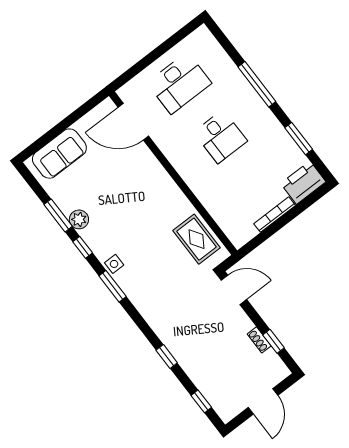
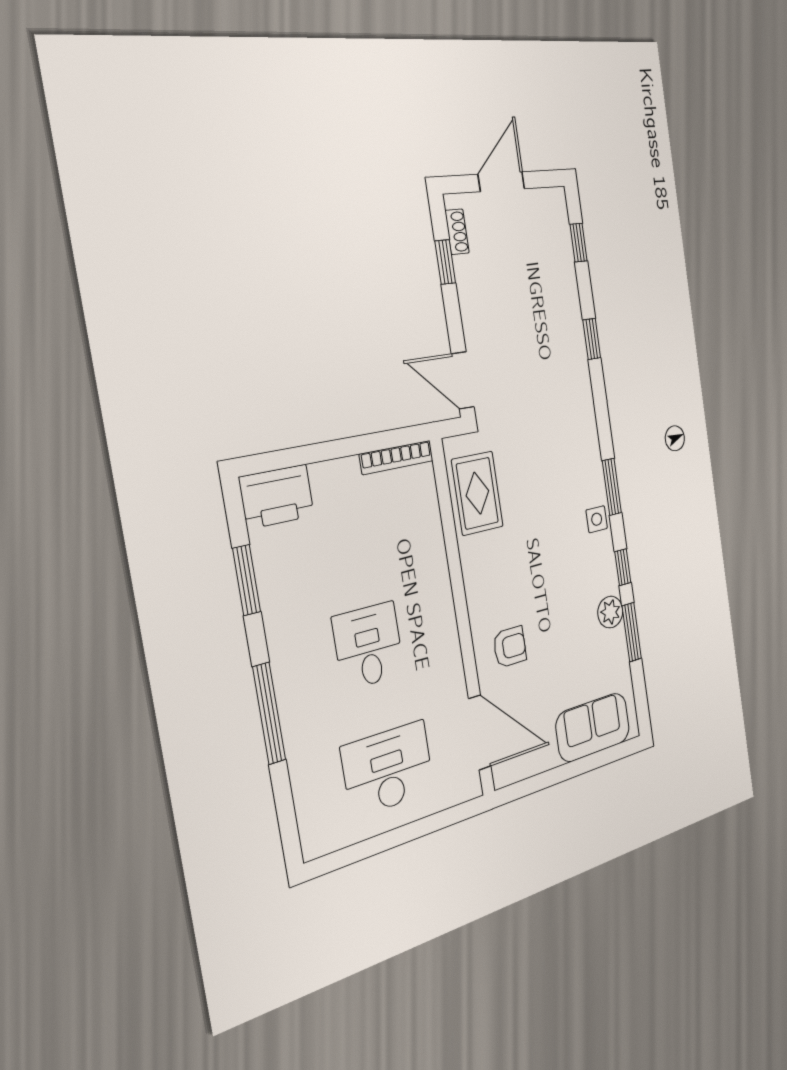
armchair: (137, 172) -> (510, 647), added
bookcase: (275, 215) -> (397, 457), moved
shoe rack: (259, 340) -> (457, 232), moved

